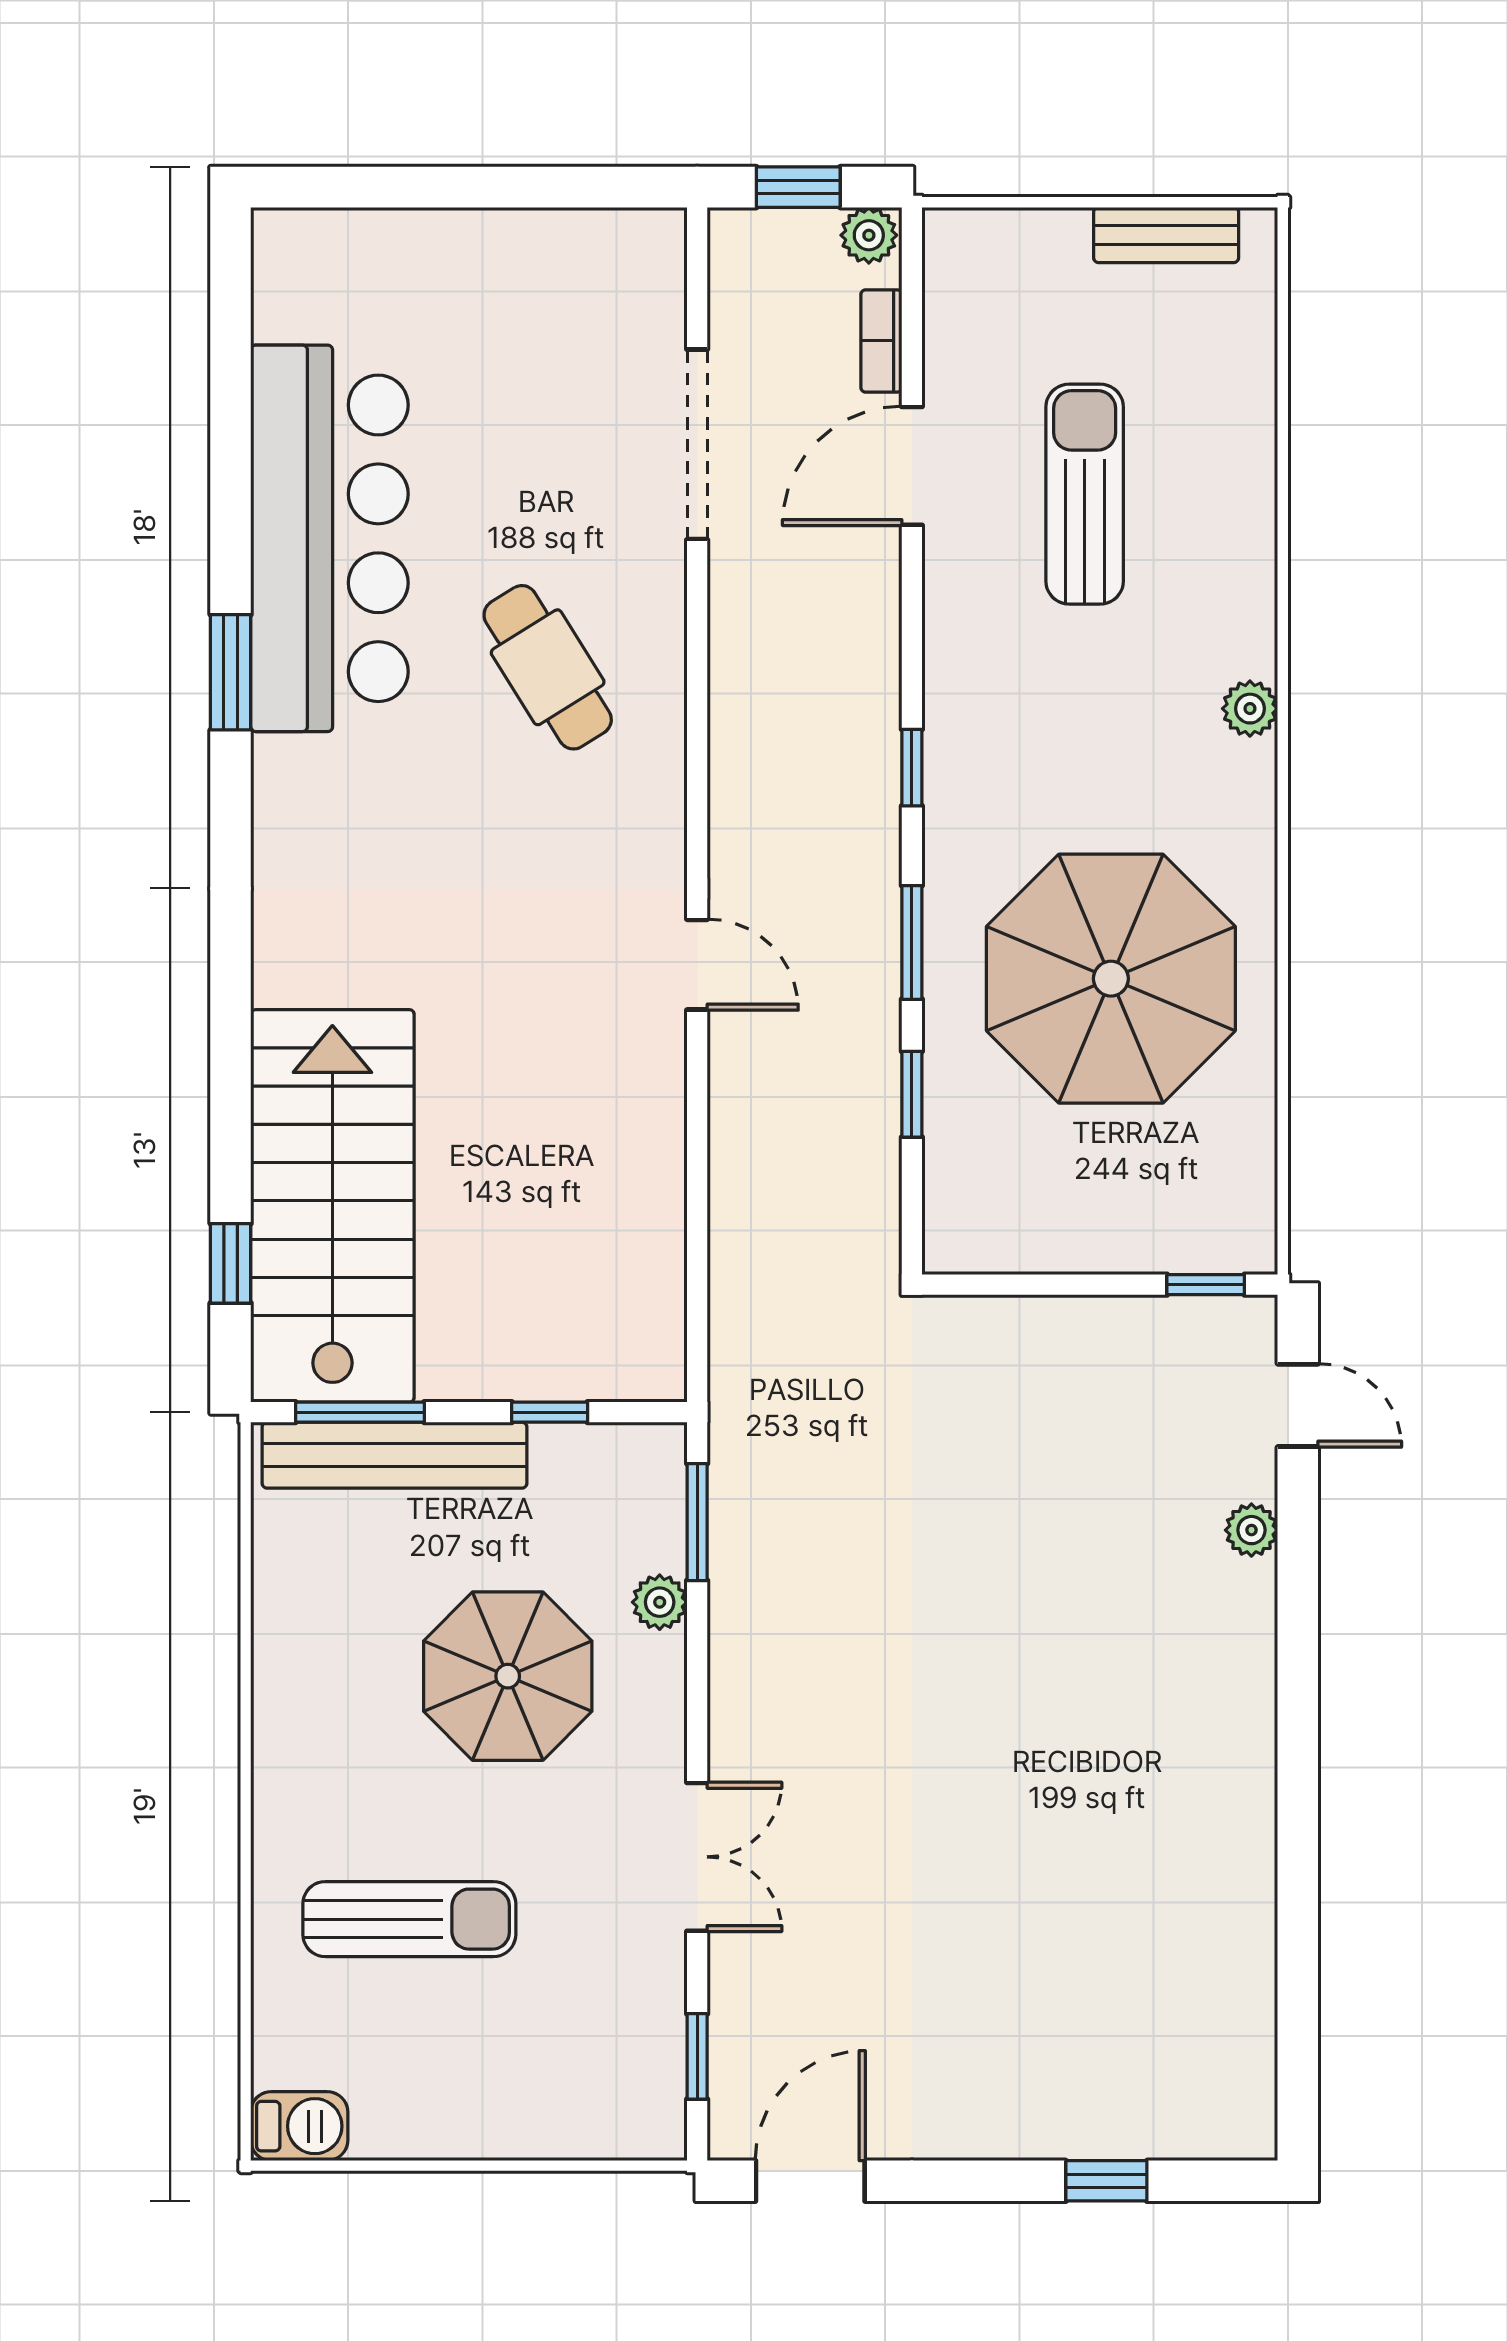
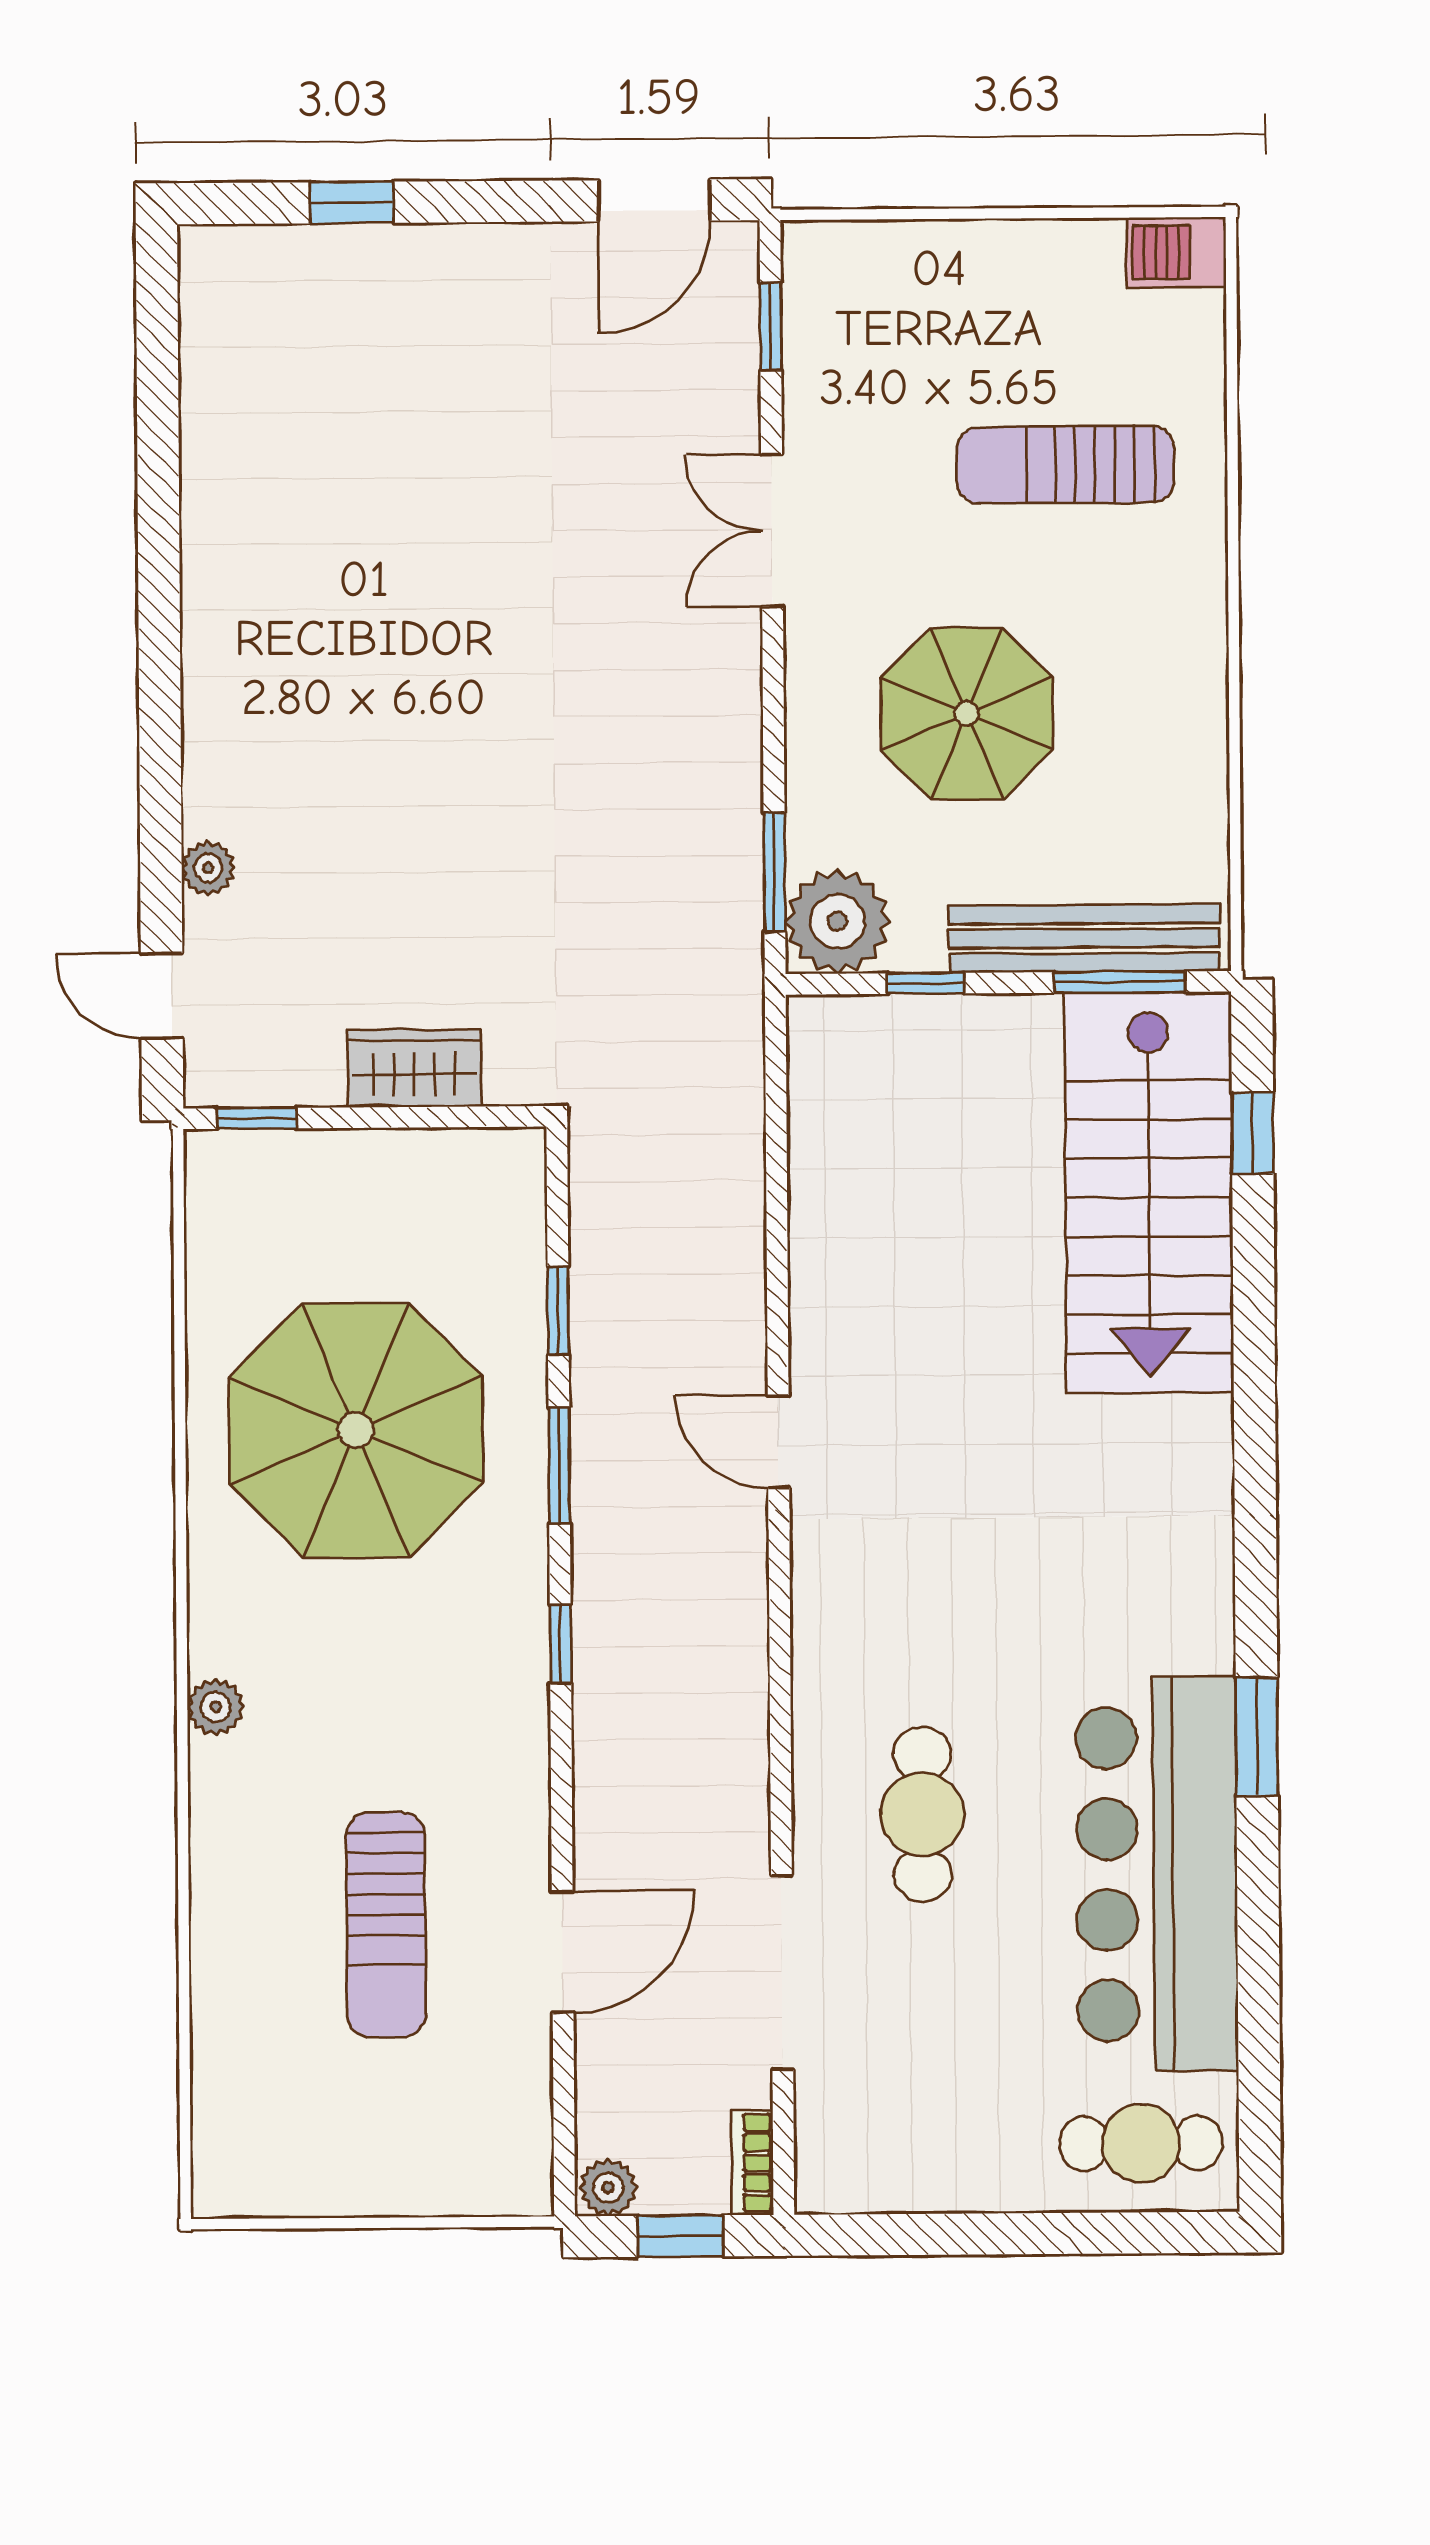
bench: (1166, 235) -> (305, 2190), removed
cafe table: (347, 275) -> (1141, 2143), added
bookcase: (881, 341) -> (752, 2163), moved, turned 180
cafe table: (548, 667) -> (922, 1814), moved, turned 32
wardrobe: (1051, 1333) -> (414, 1068), added
plant: (660, 1602) -> (837, 921), moved, width x1.88, depth x1.88

